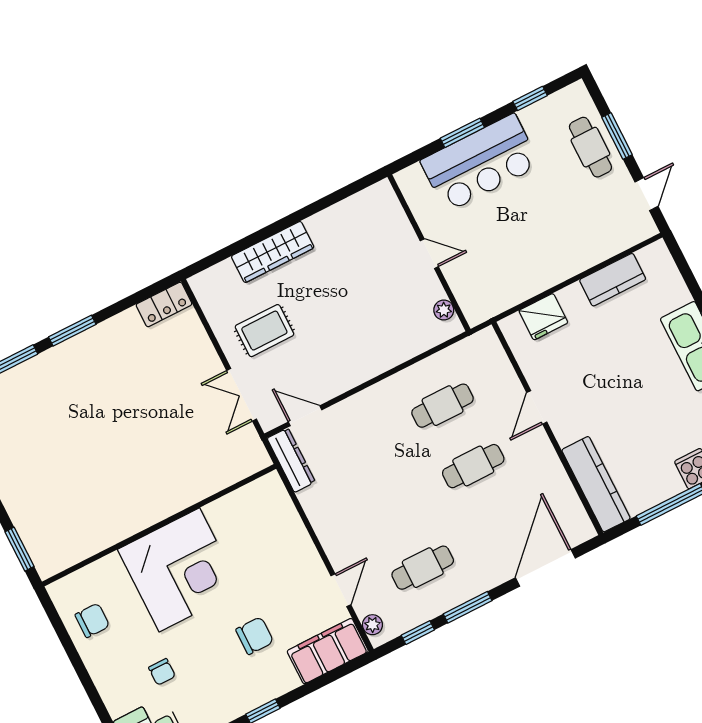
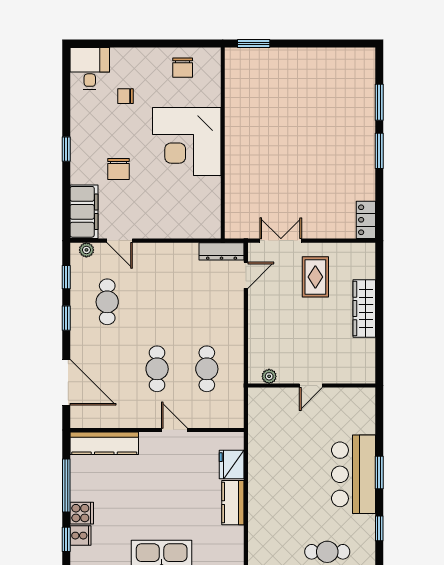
wall: (429, 253) -> (312, 386), moved
door: (429, 254) -> (311, 386), moved
kitchen counter: (613, 280) -> (233, 503), moved
plant: (444, 310) -> (269, 376), moved
window: (468, 607) -> (66, 318), width x0.67

